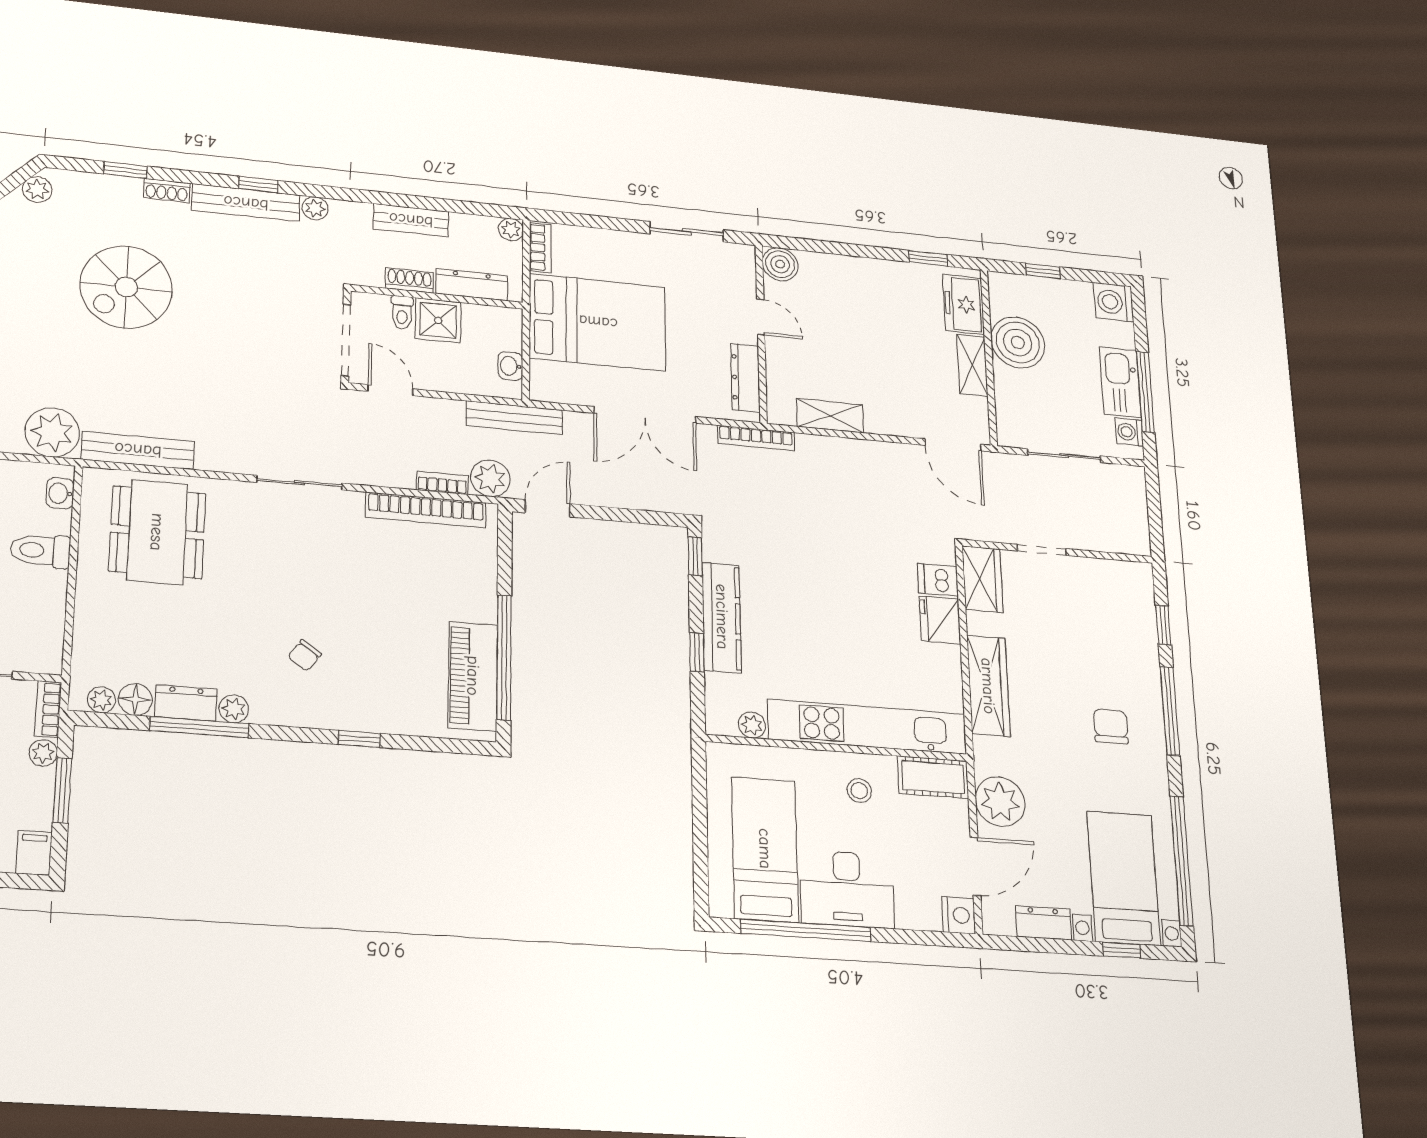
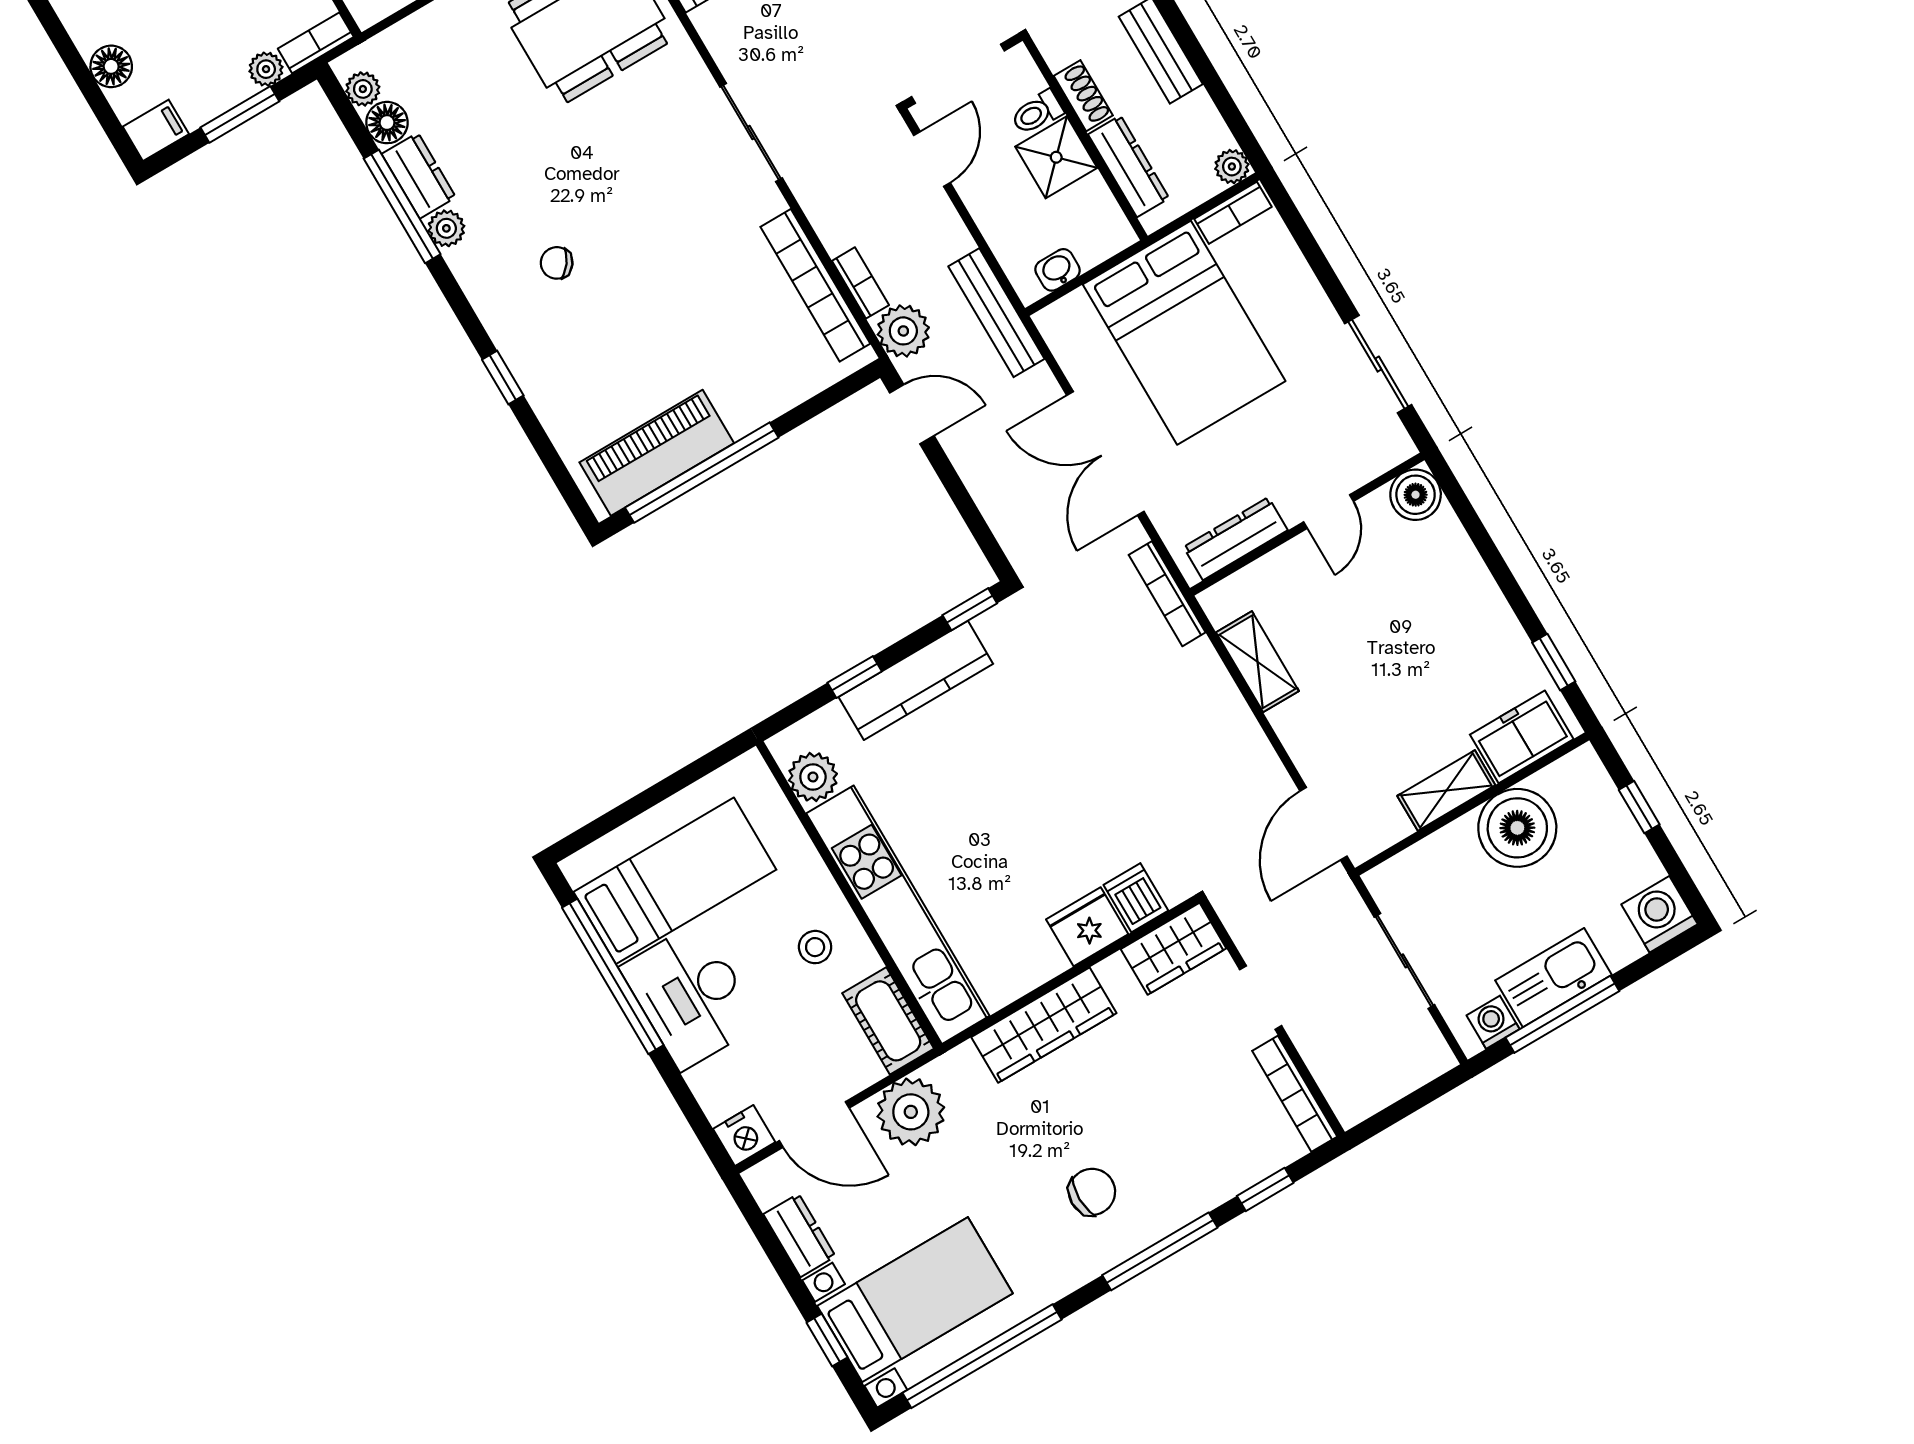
bookcase: (1112, 570) -> (1295, 1094), added
plant: (752, 725) -> (813, 777), width x1.38, depth x1.38

